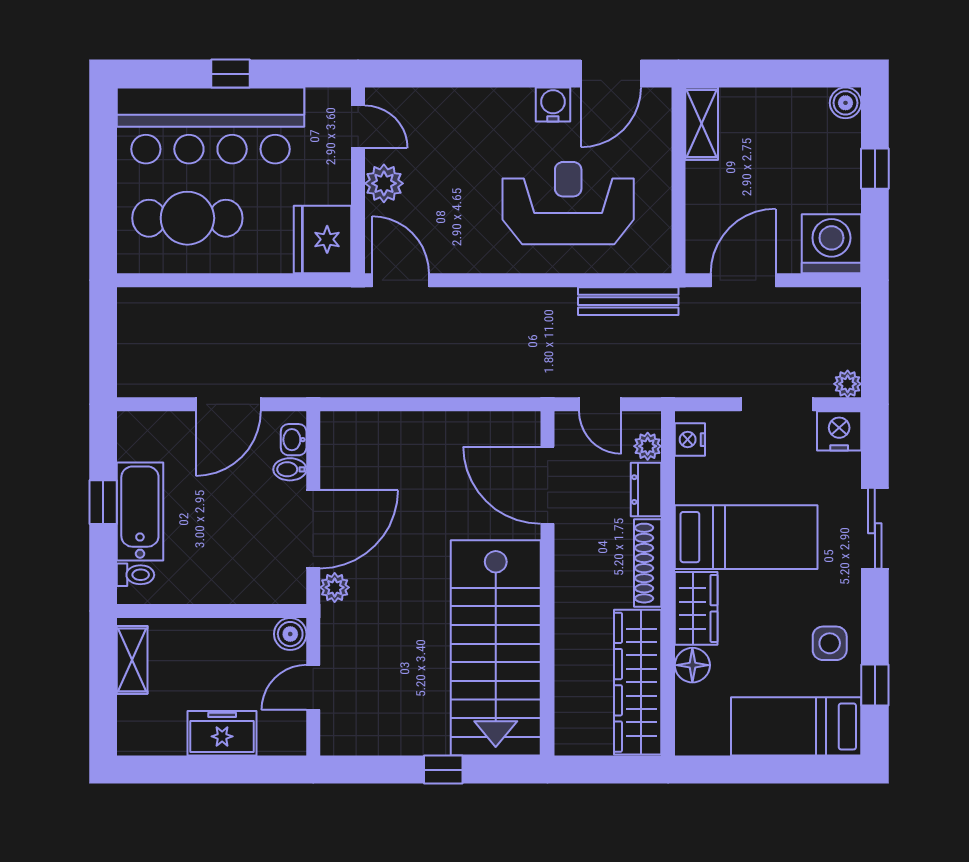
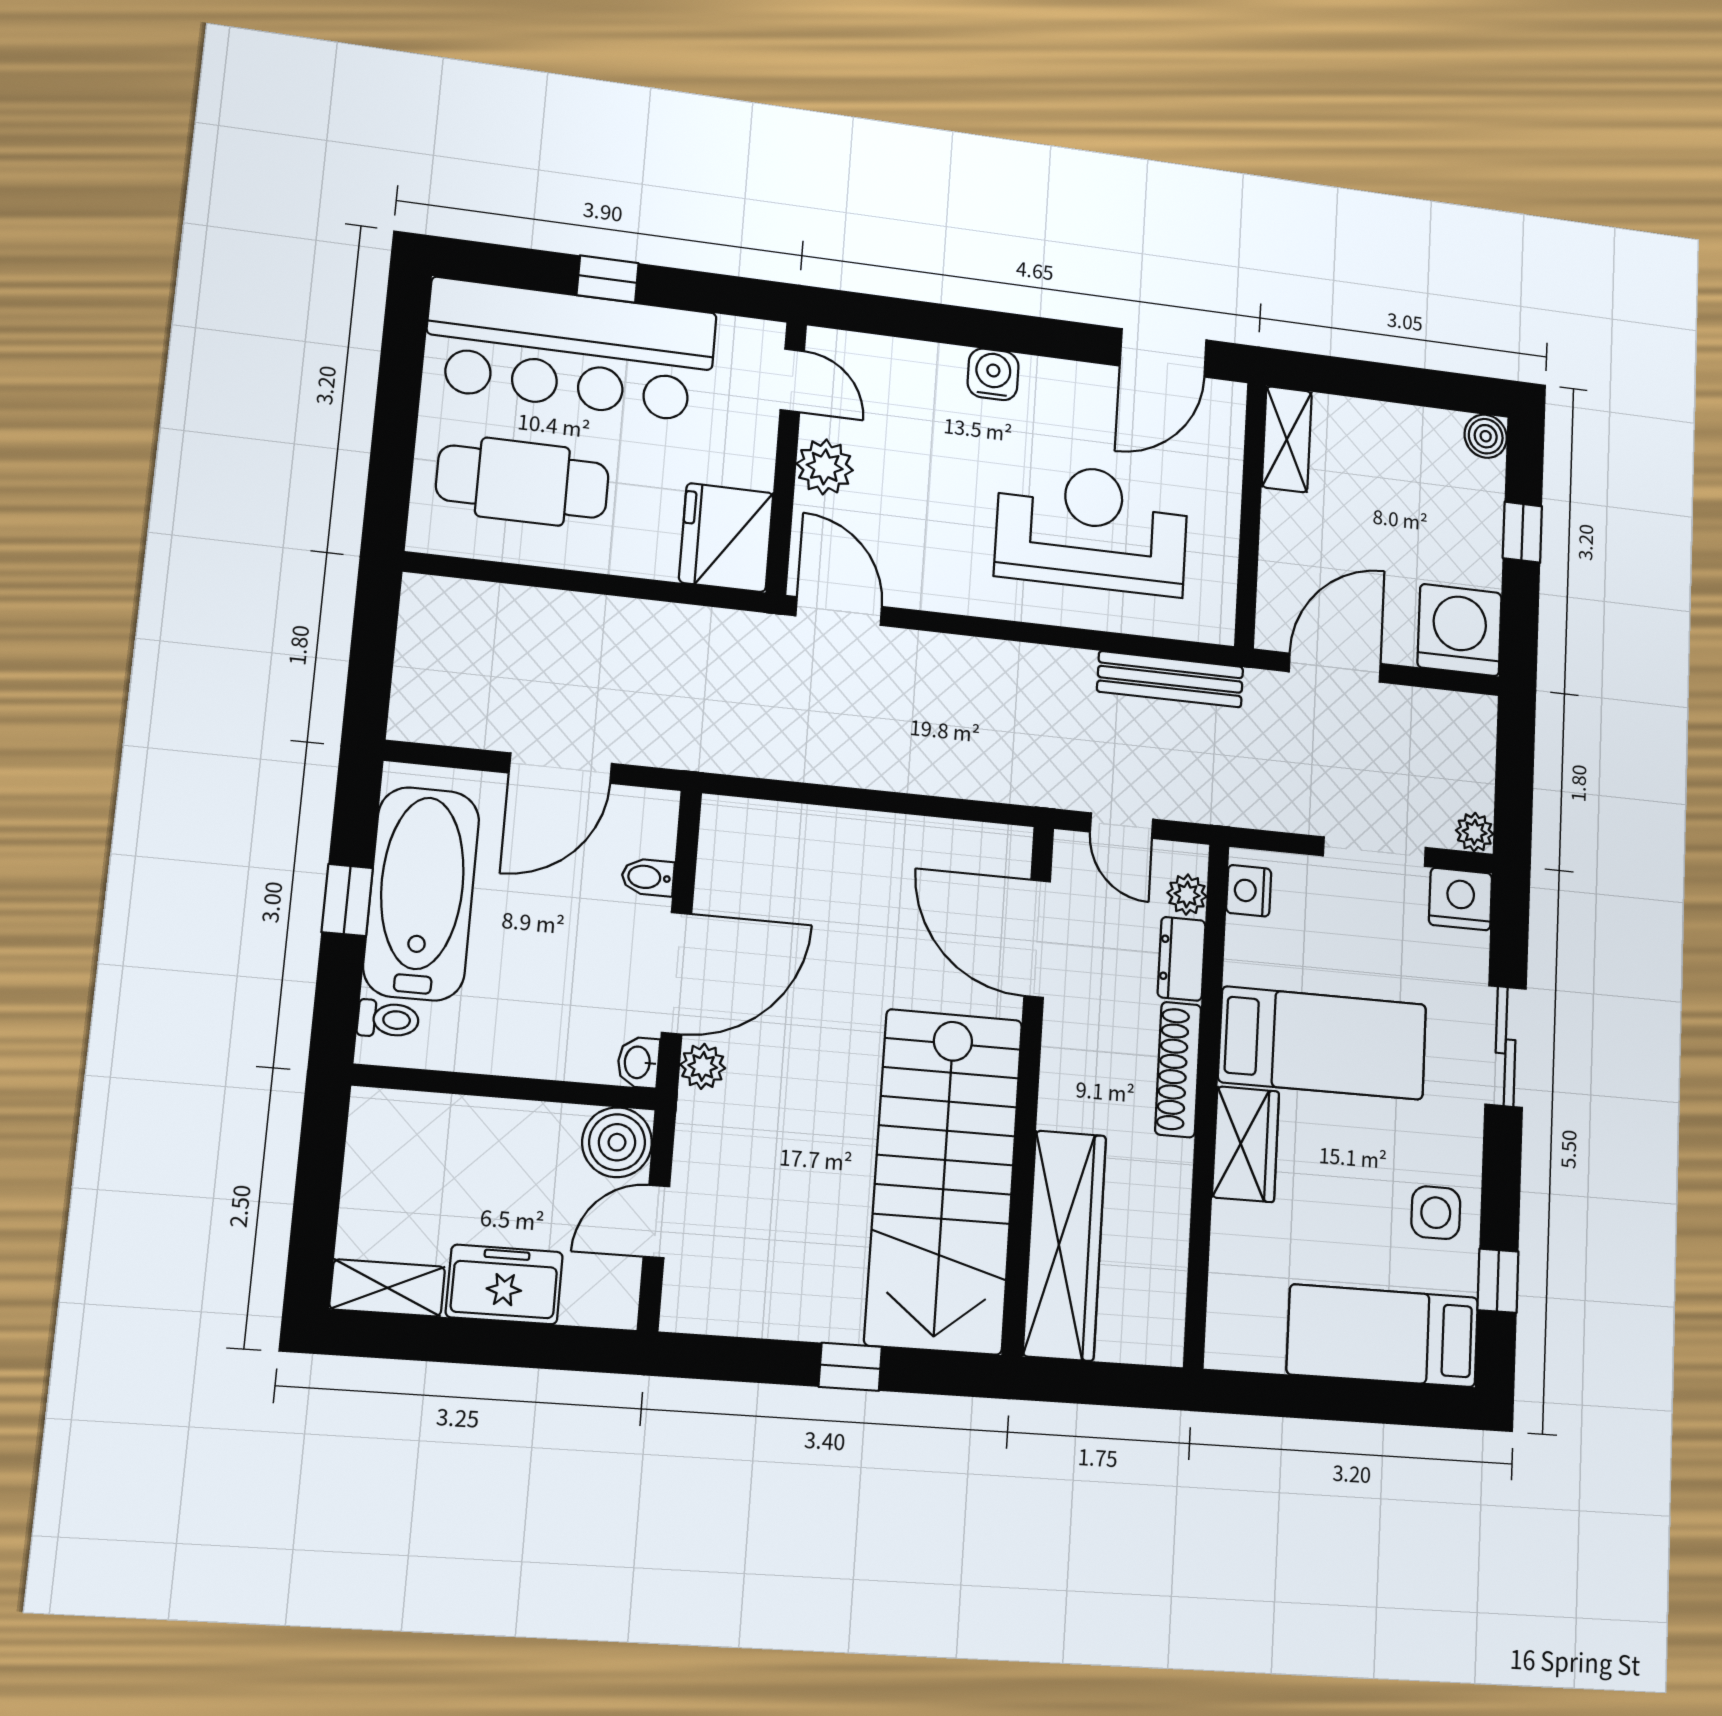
water cooler: (553, 104) -> (993, 374), moved
washbasin: (294, 440) -> (638, 1062), moved
bathtub: (140, 511) -> (421, 894), width x1.36, depth x1.36
boiler: (290, 634) -> (617, 1142), width x1.36, depth x1.36
shelving: (132, 660) -> (387, 1288), moved, turned 90
floor lamp: (692, 665) -> (1236, 1230), removed
wardrobe: (638, 682) -> (1065, 1245), moved, turned 180

